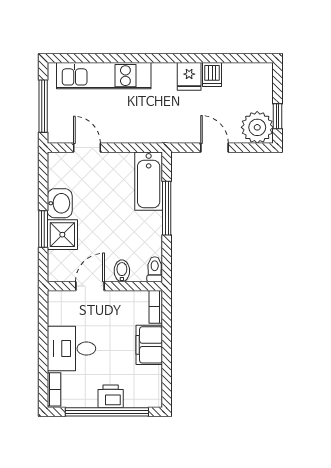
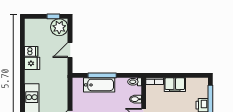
bathtub: (149, 181) -> (99, 85), moved

